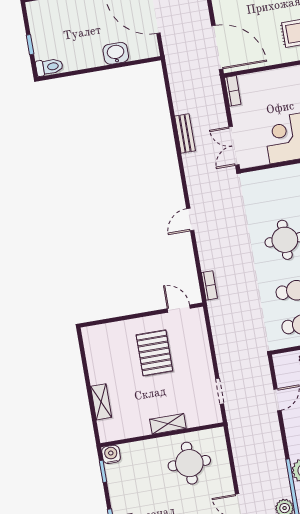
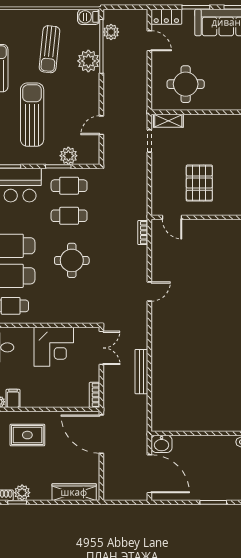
washbasin: (116, 53) -> (162, 444), moved
bench: (185, 133) -> (141, 372), width x1.36
shelving: (168, 424) -> (168, 121), moved

